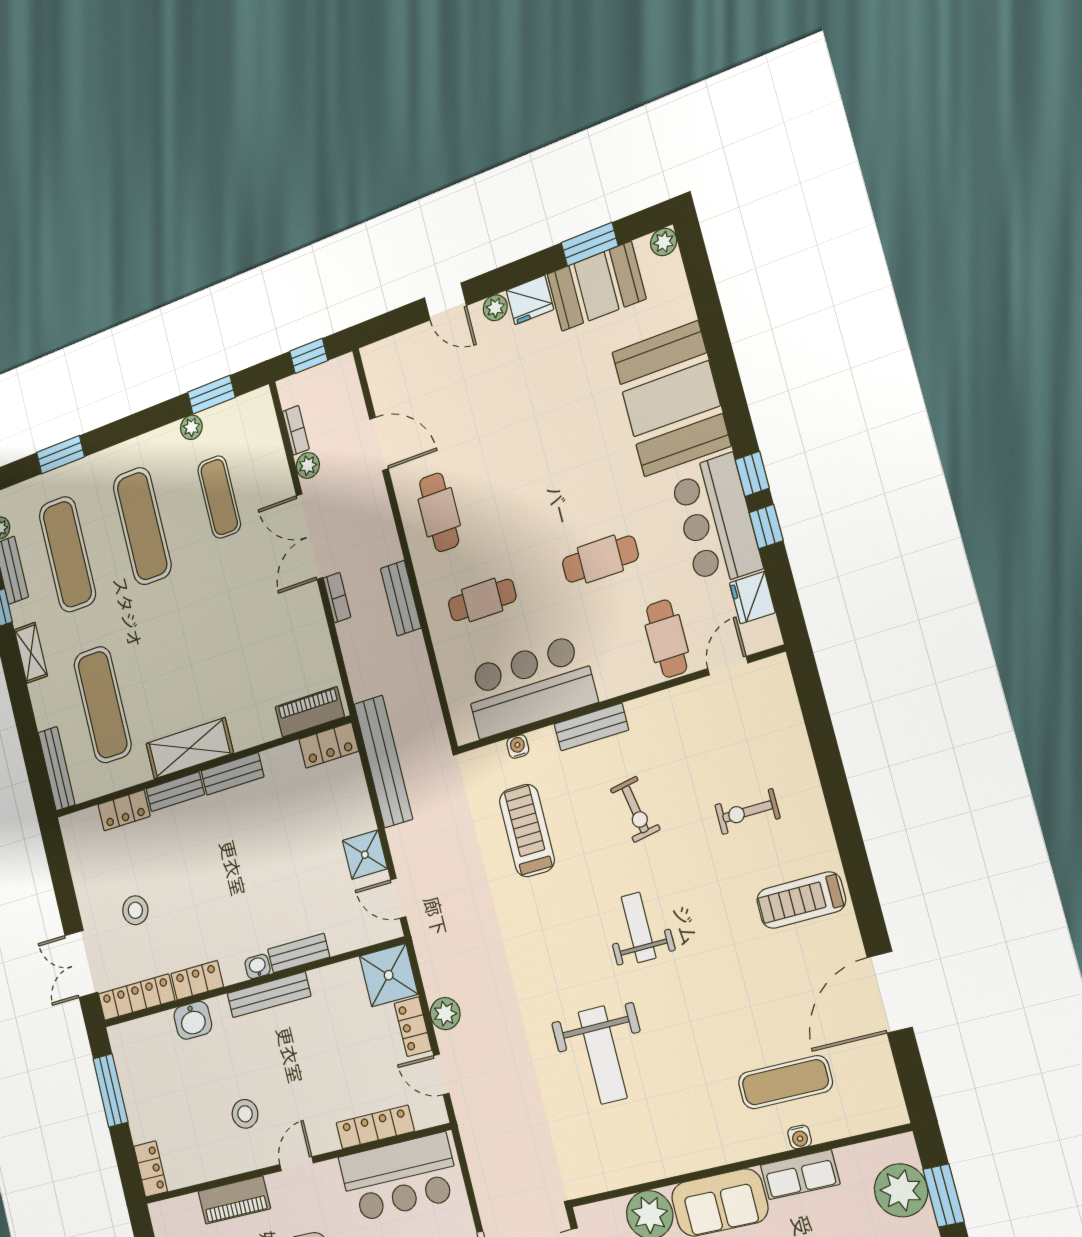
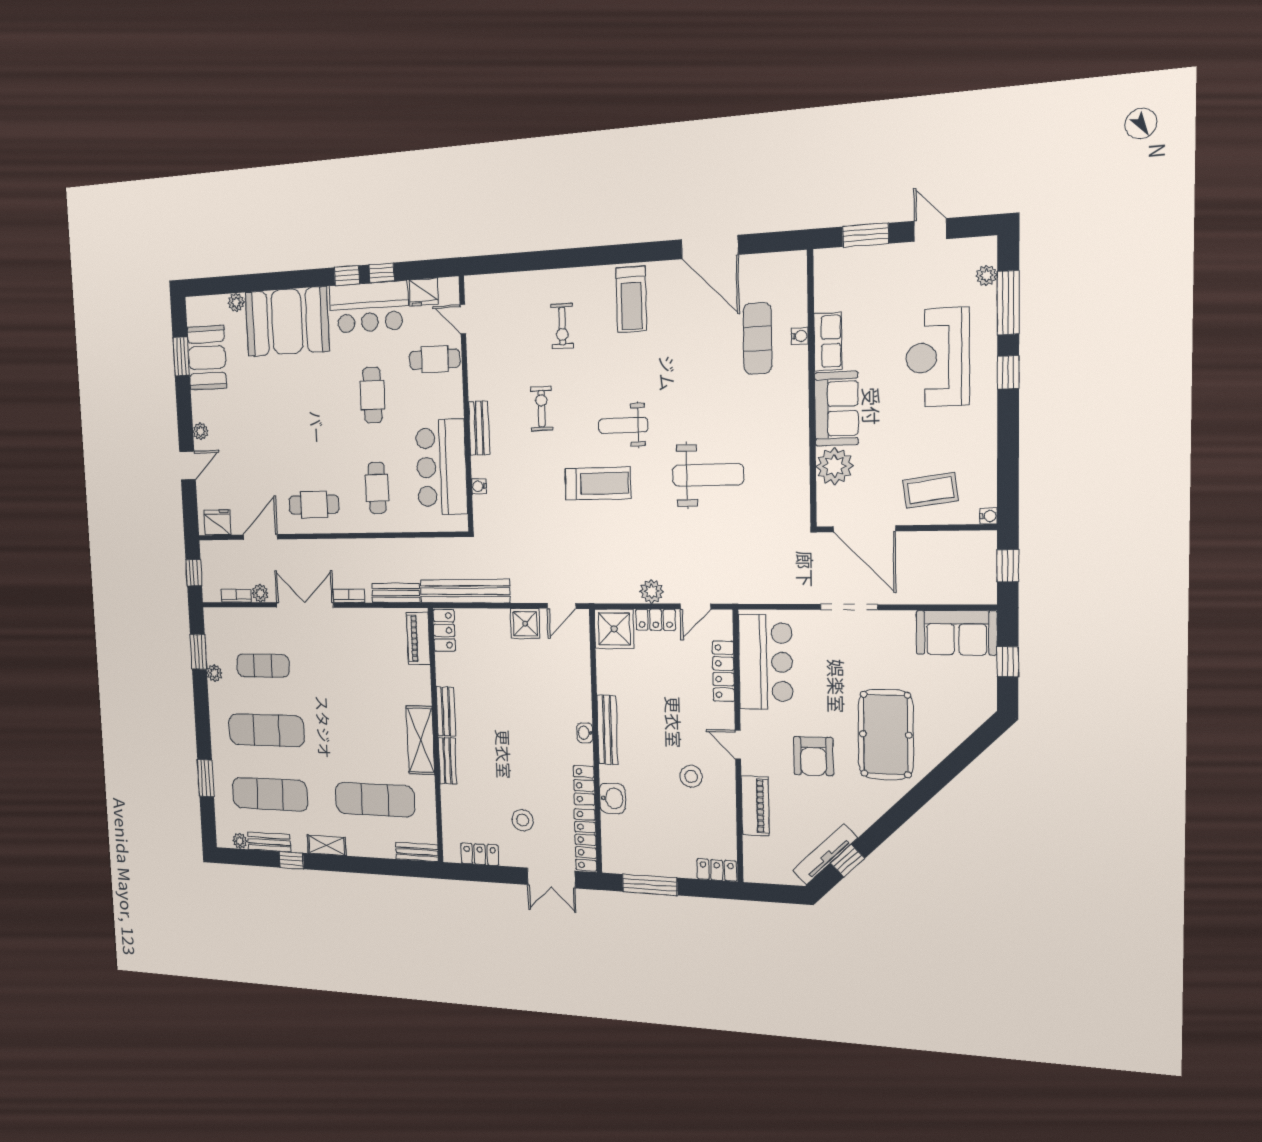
plant: (664, 242) -> (236, 302), moved
fridge: (530, 300) -> (217, 522), moved, turned -90
double door: (310, 537) -> (305, 605), swing flipped
bench: (401, 598) -> (396, 593), moved
bench: (57, 769) -> (417, 852), width x0.73
exercise bike: (635, 809) -> (541, 409), turned -80
locker: (124, 810) -> (480, 854), moved, turned -90
treadmill: (527, 831) -> (598, 484), moved, turned 180
bench: (299, 953) -> (583, 697), removed
plant: (901, 1190) -> (855, 266), removed

